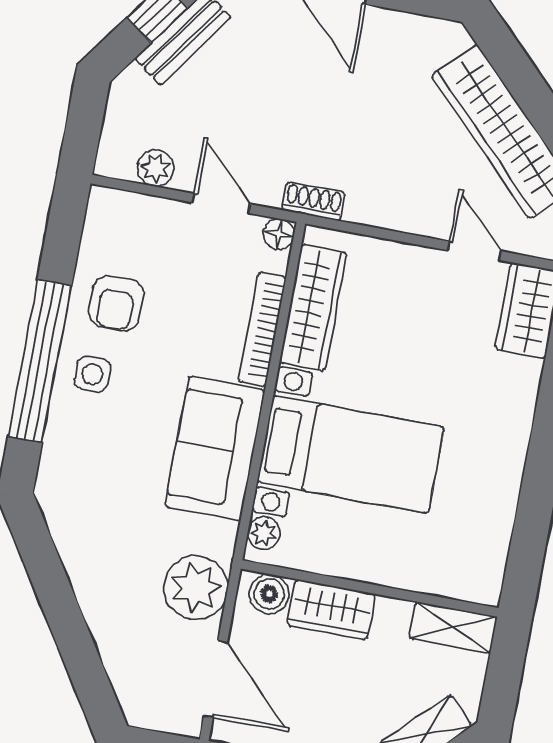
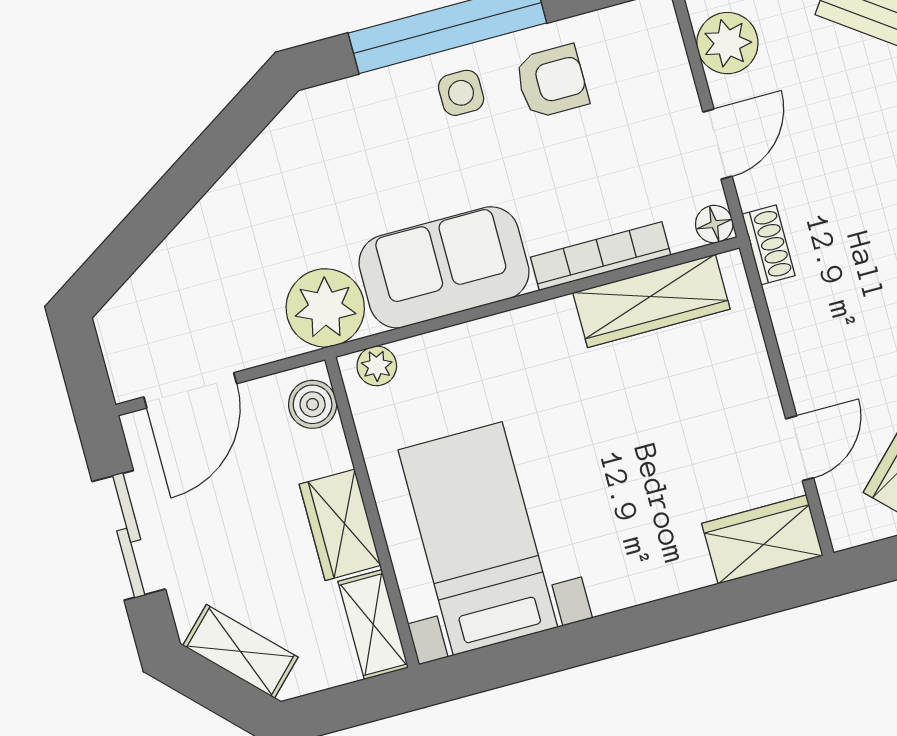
plant: (156, 168) -> (727, 43), width x1.38, depth x1.38
armchair: (116, 303) -> (552, 81), turned 180
bed with nightstands: (351, 454) -> (478, 539), moved, turned 180
plant: (196, 588) -> (325, 308), moved
wardrobe: (331, 610) -> (340, 525), moved

